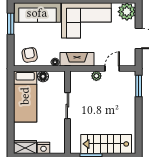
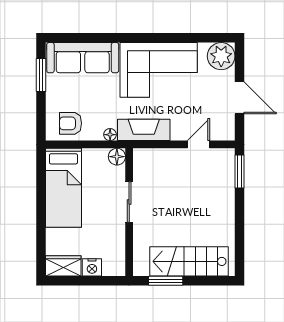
armchair: (30, 55) -> (70, 123), turned -81
floor lamp: (43, 76) -> (117, 157), moved
plant: (96, 76) -> (174, 156), removed

